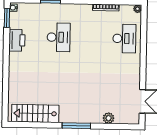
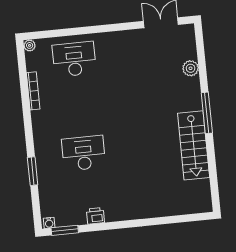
printer: (17, 40) -> (95, 216), width x0.53, depth x0.68
stairs: (35, 113) -> (194, 145), moved

